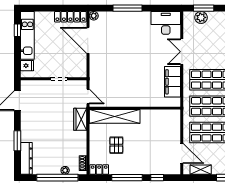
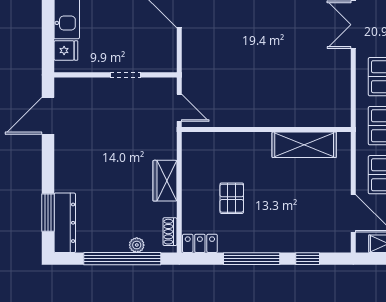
filing cabinet: (172, 82) -> (336, 81), removed
shelving: (115, 116) -> (304, 145), moved, width x0.68
wardrobe: (80, 119) -> (165, 181), moved
window: (17, 141) -> (48, 213), moved

